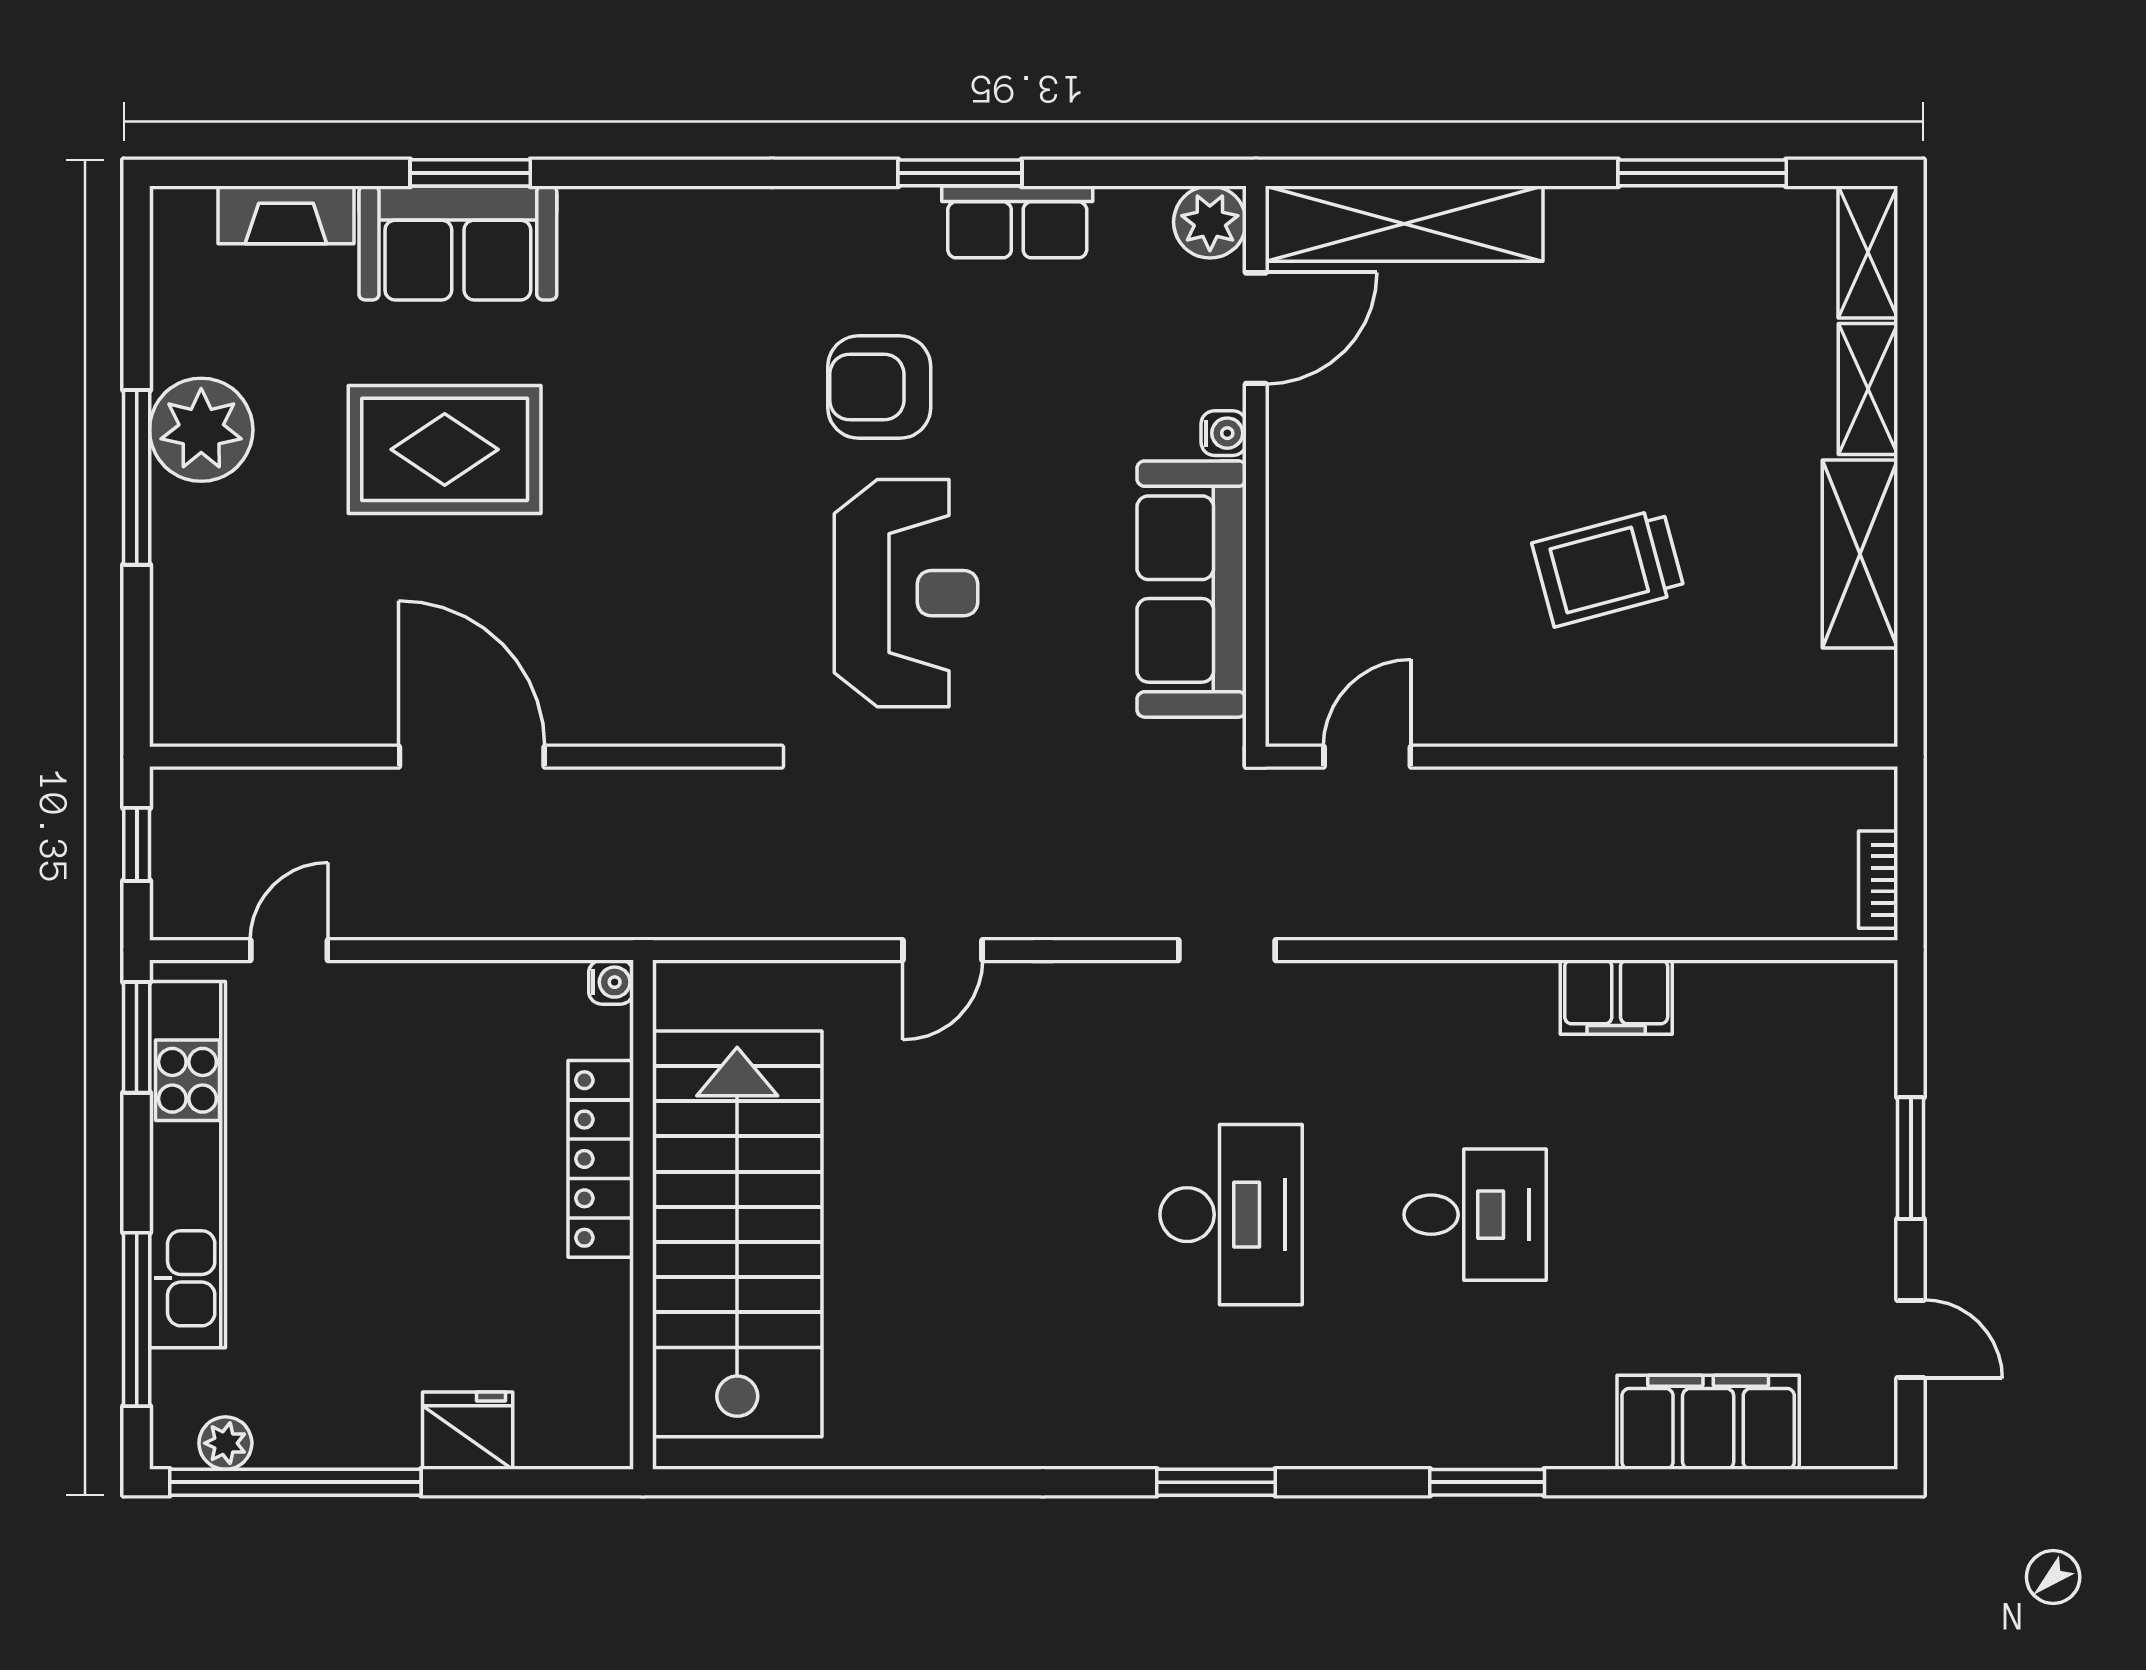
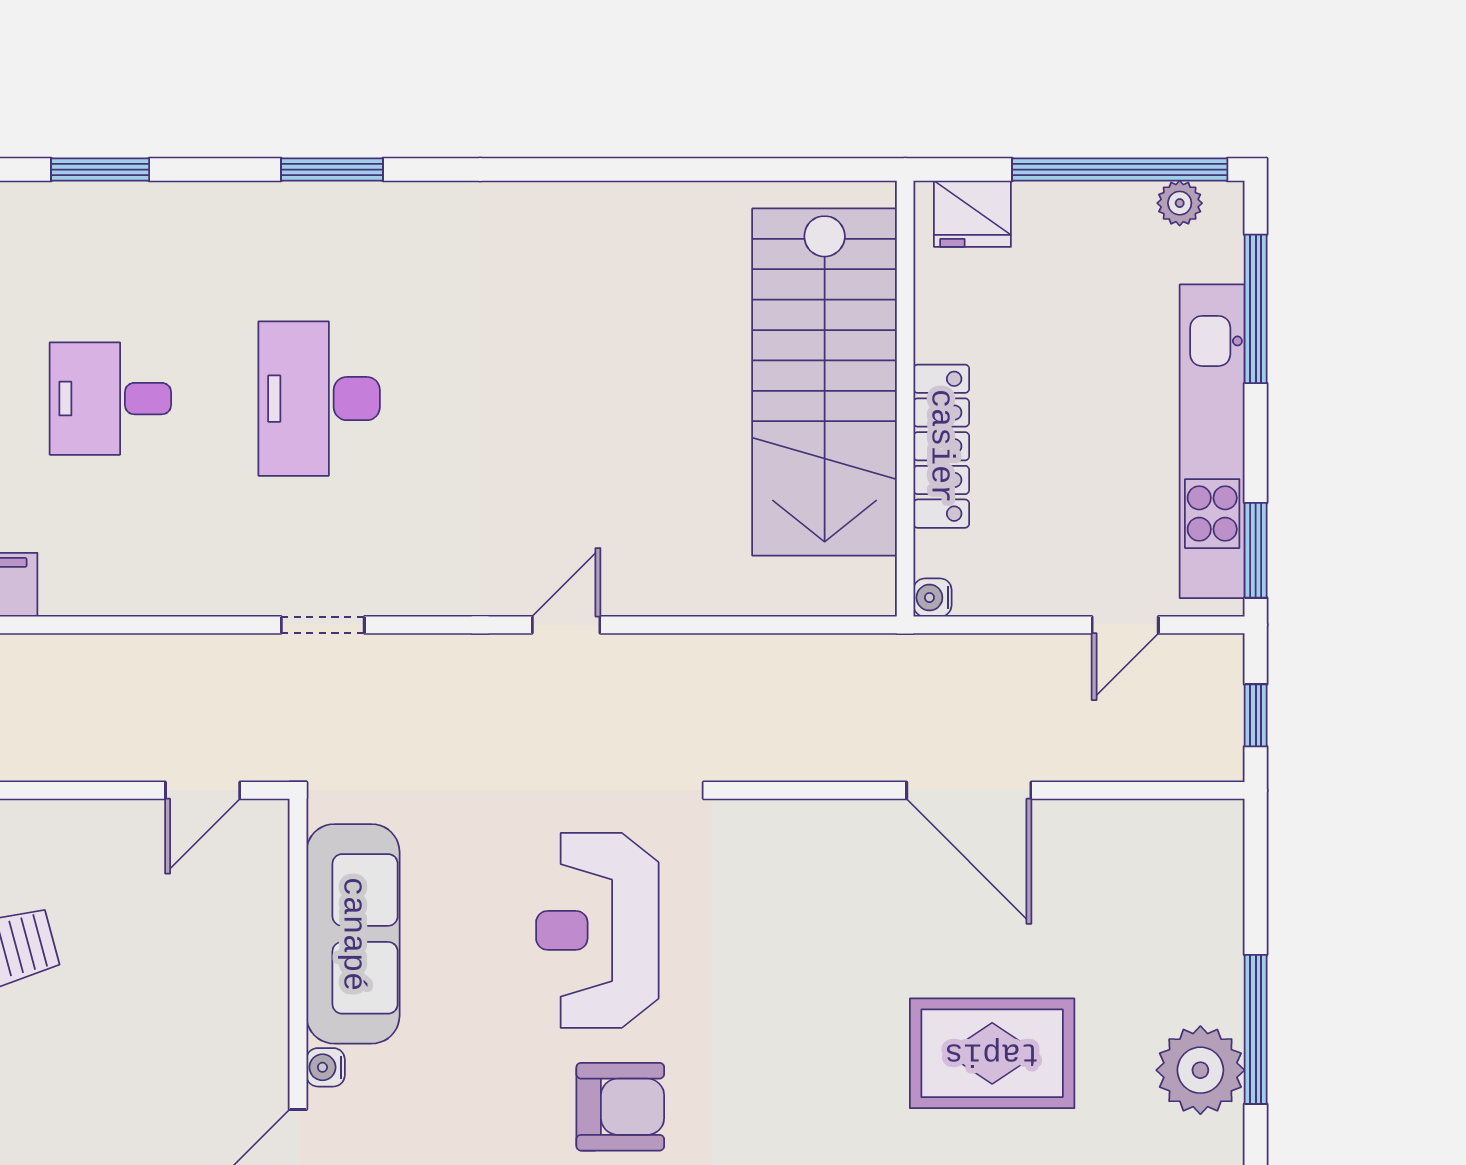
water cooler: (611, 982) -> (932, 598), moved
locker: (601, 1159) -> (941, 446), moved
wall: (643, 1215) -> (905, 399), moved
stairs: (737, 1234) -> (825, 382), moved

